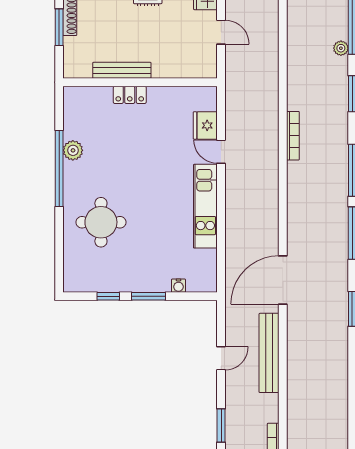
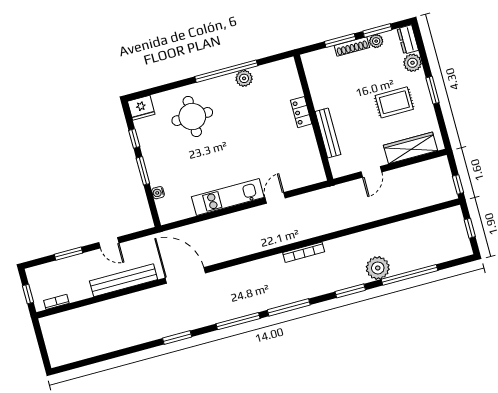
plant: (341, 48) -> (378, 268), width x1.88, depth x1.88
bench: (122, 70) -> (328, 133), moved
fridge: (205, 125) -> (141, 108), moved, turned 180
window: (221, 425) -> (69, 254), moved

